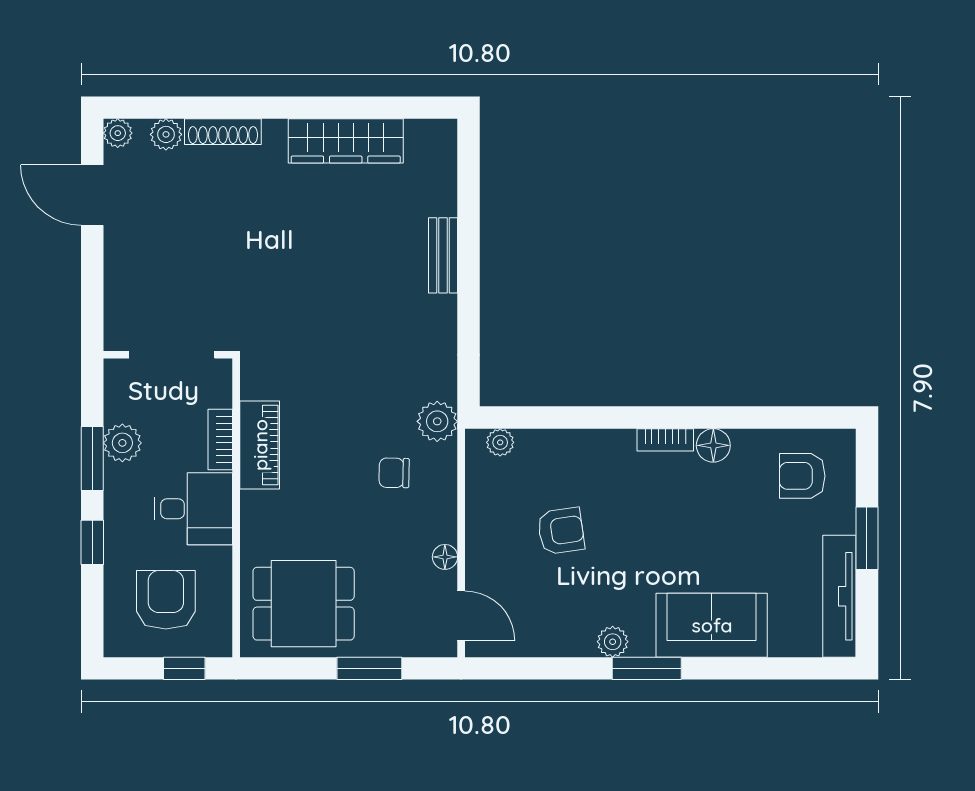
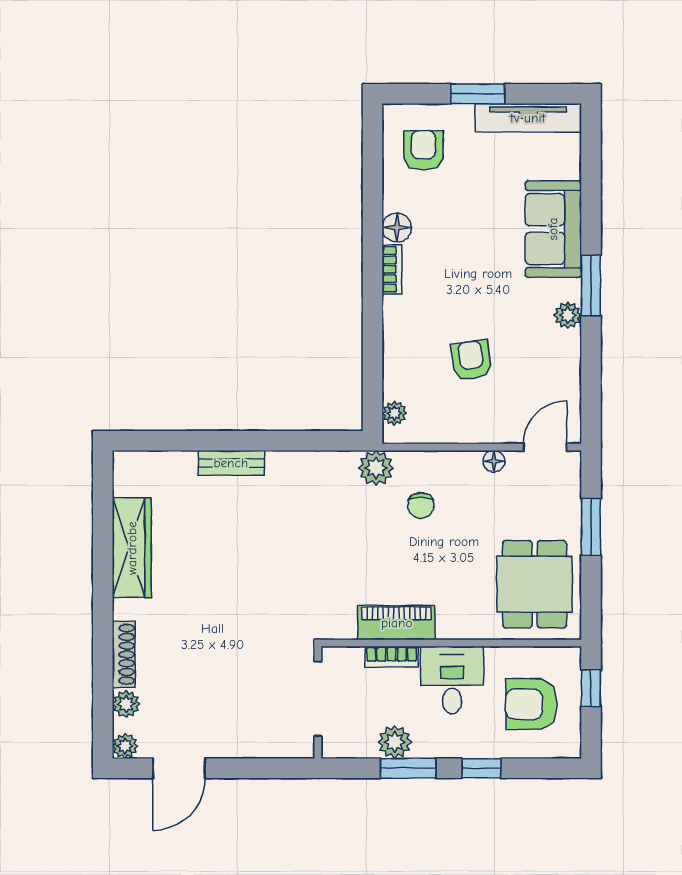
armchair: (802, 476) -> (423, 150), turned 180

